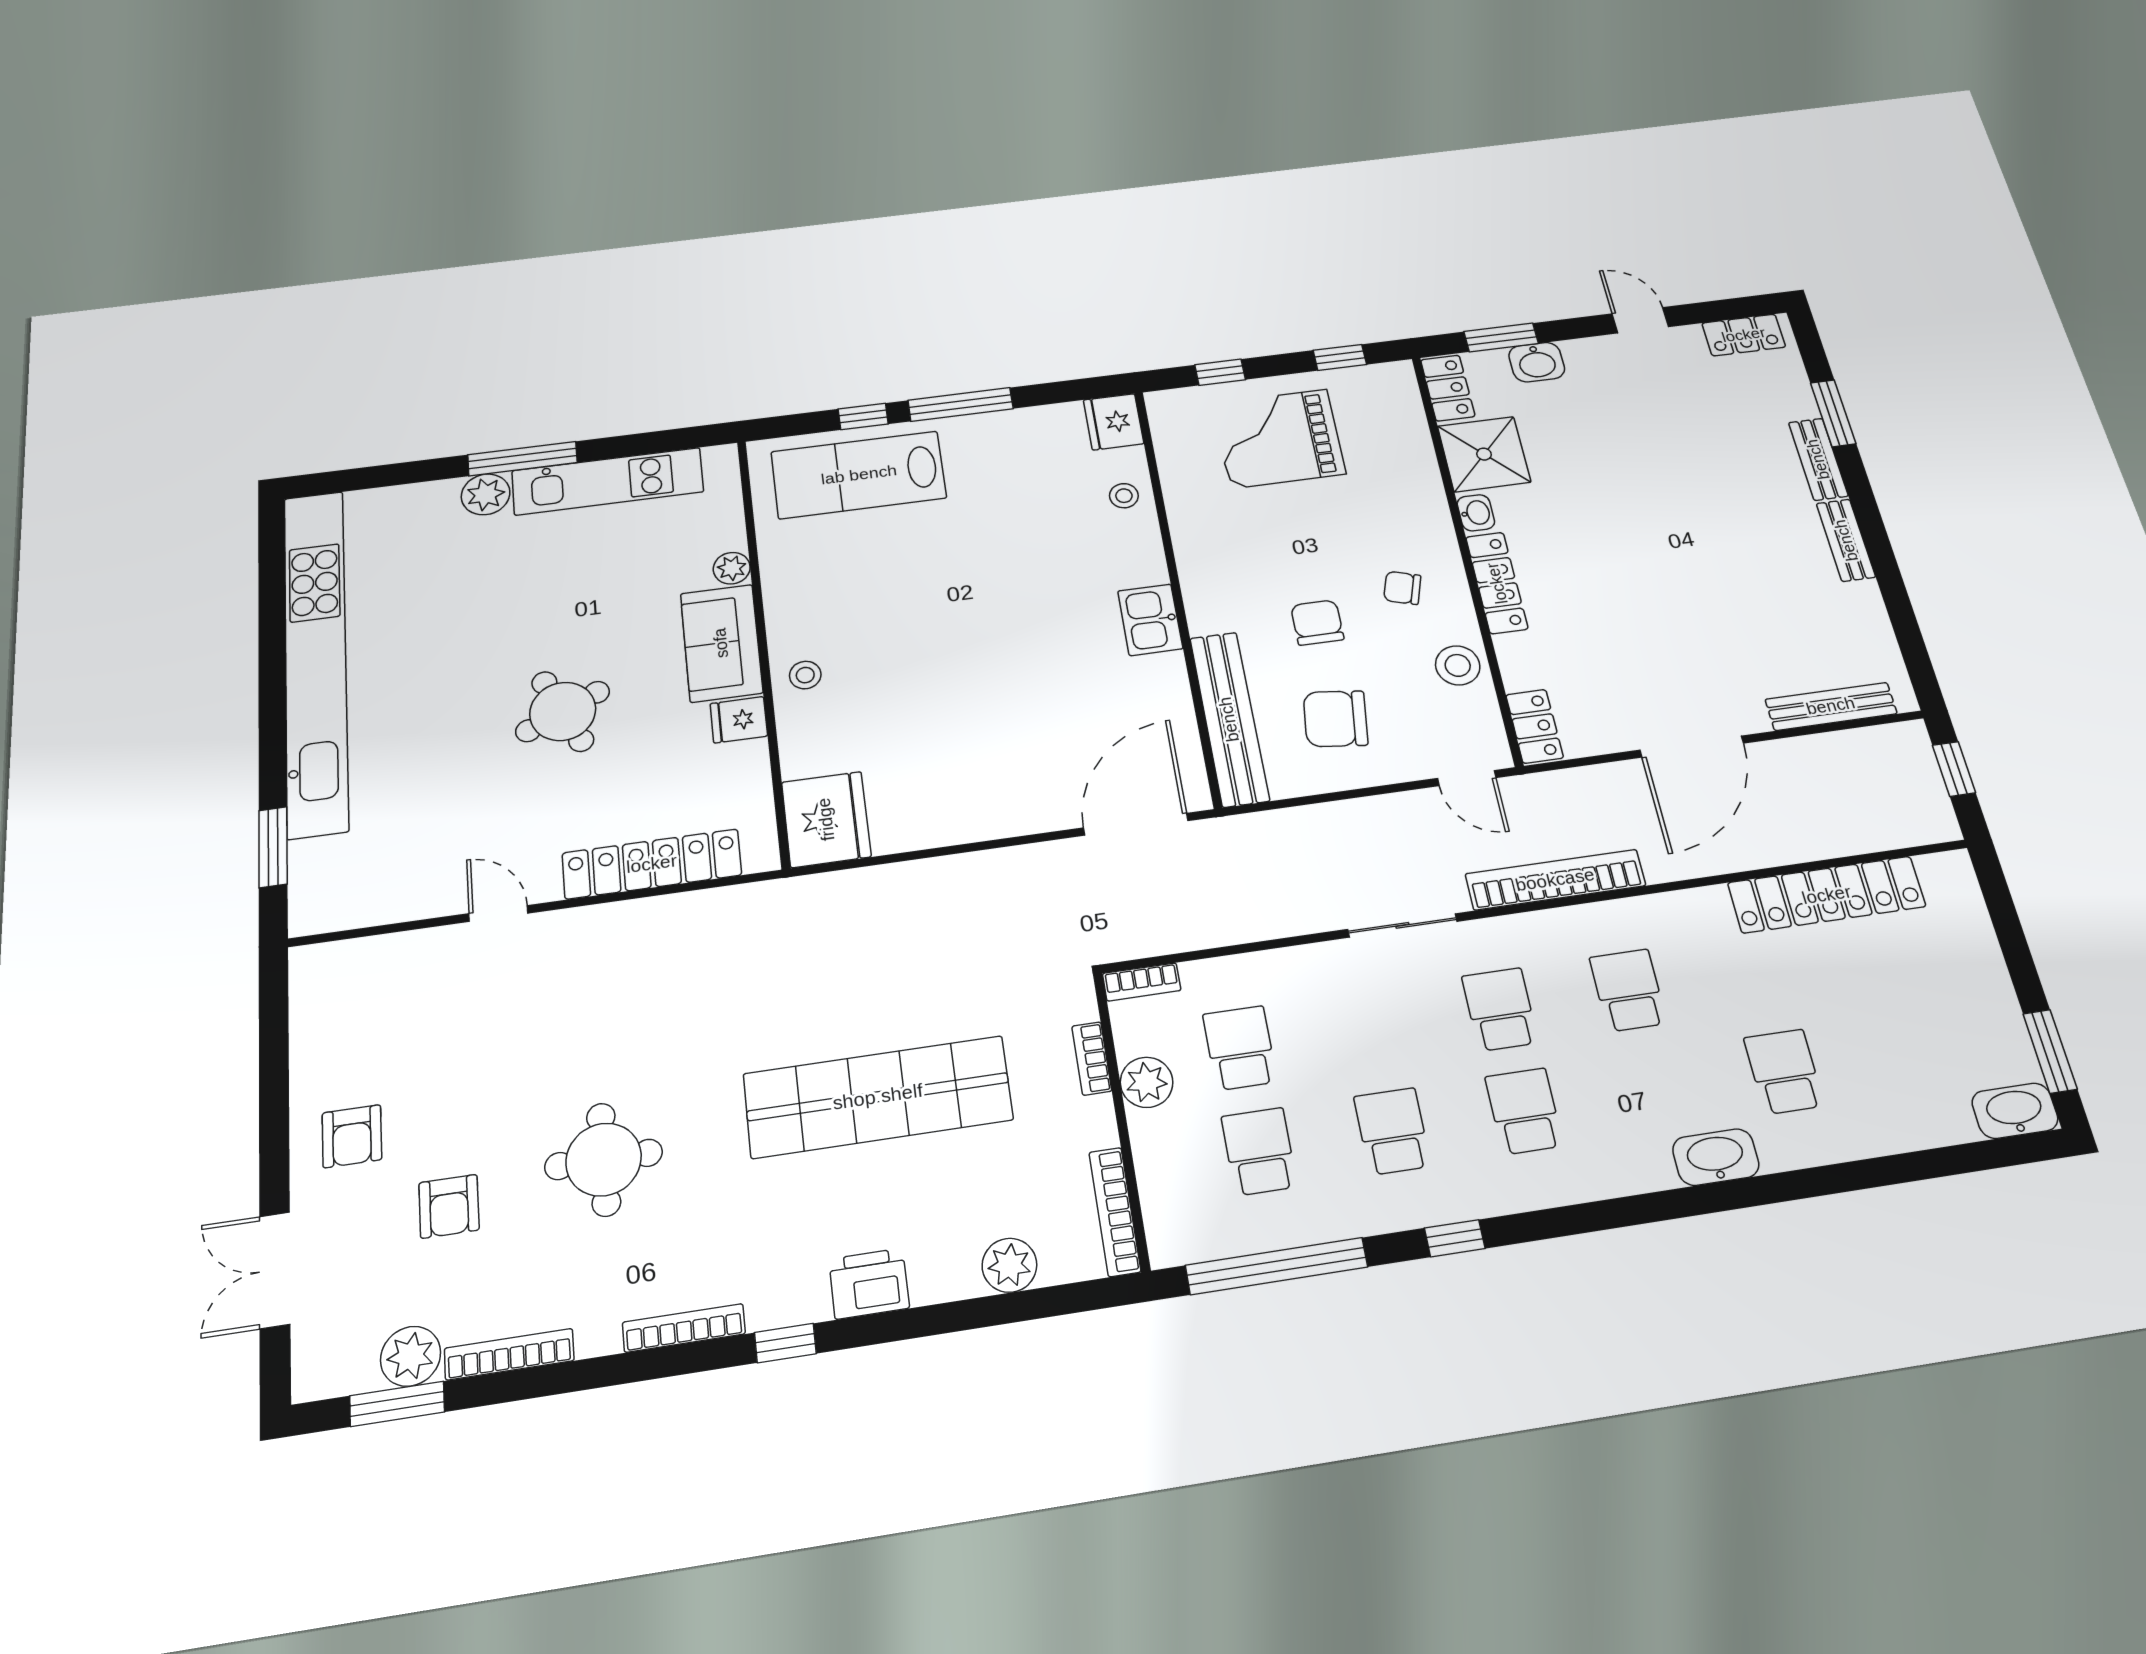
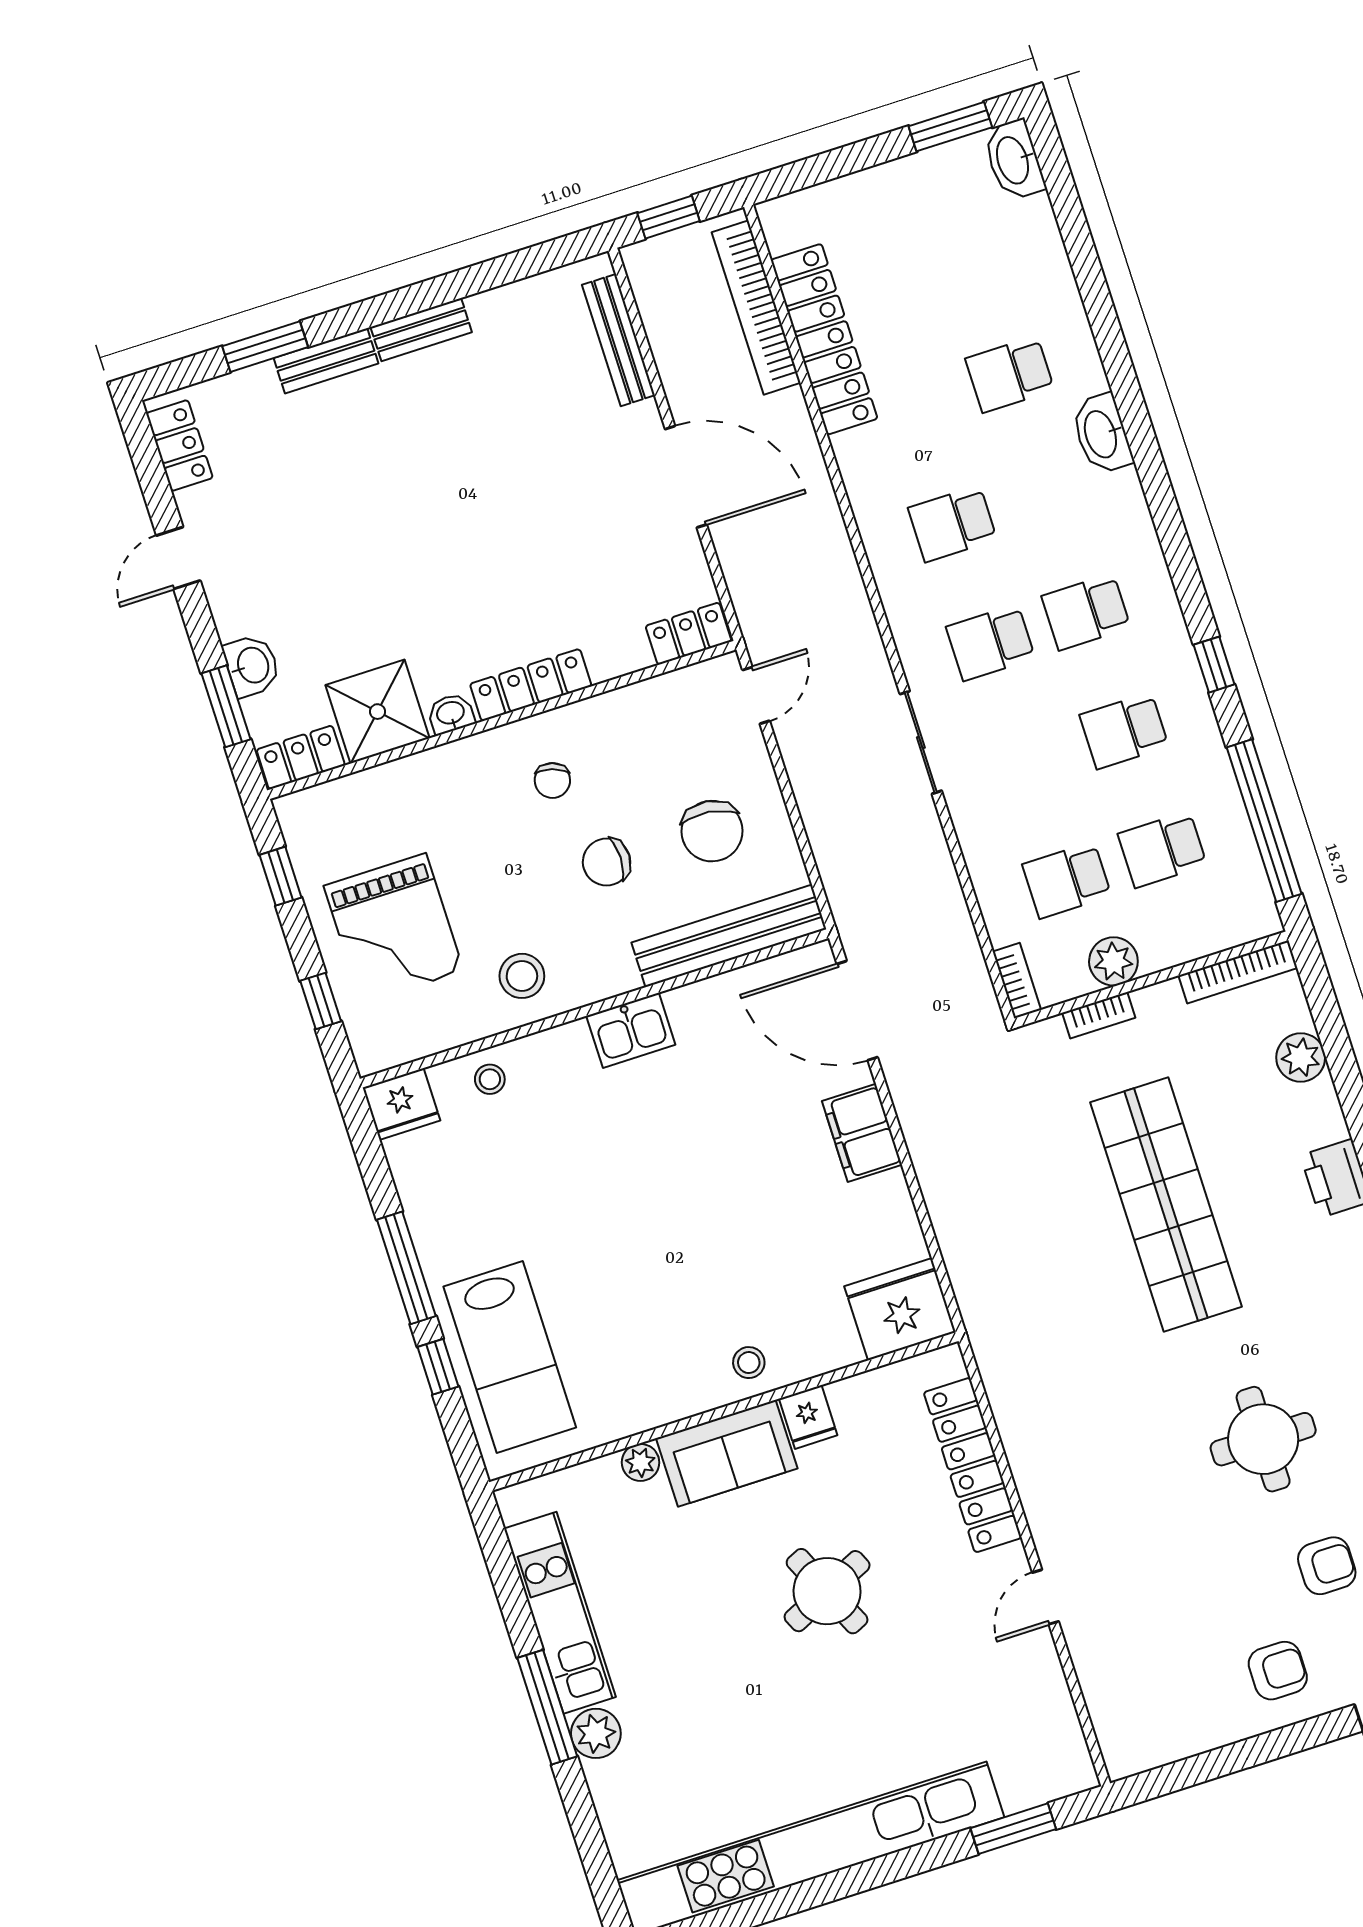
stool: (1458, 665) -> (522, 976), moved
filing cabinet: (1011, 810) -> (862, 1133), added
bookcase: (1555, 880) -> (756, 307), moved

